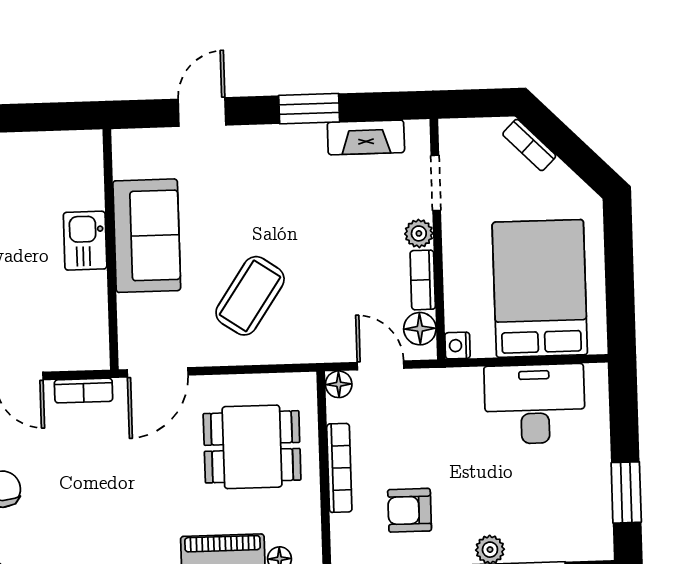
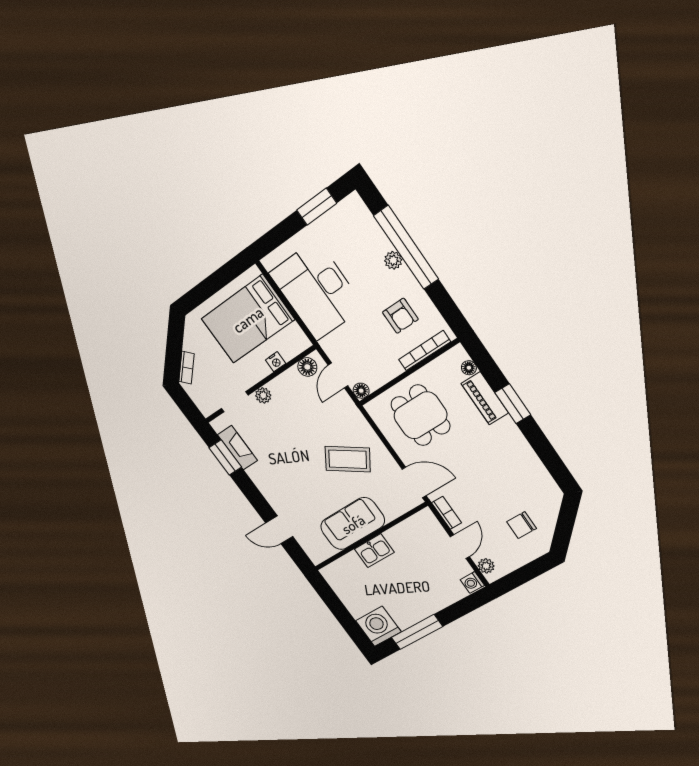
window: (309, 109) -> (225, 457), moved
bookcase: (423, 280) -> (283, 380), removed
nightstand: (458, 346) -> (276, 362), moved
desk: (535, 404) -> (317, 290), width x1.36, depth x1.30
bookcase: (339, 468) -> (425, 351), moved

